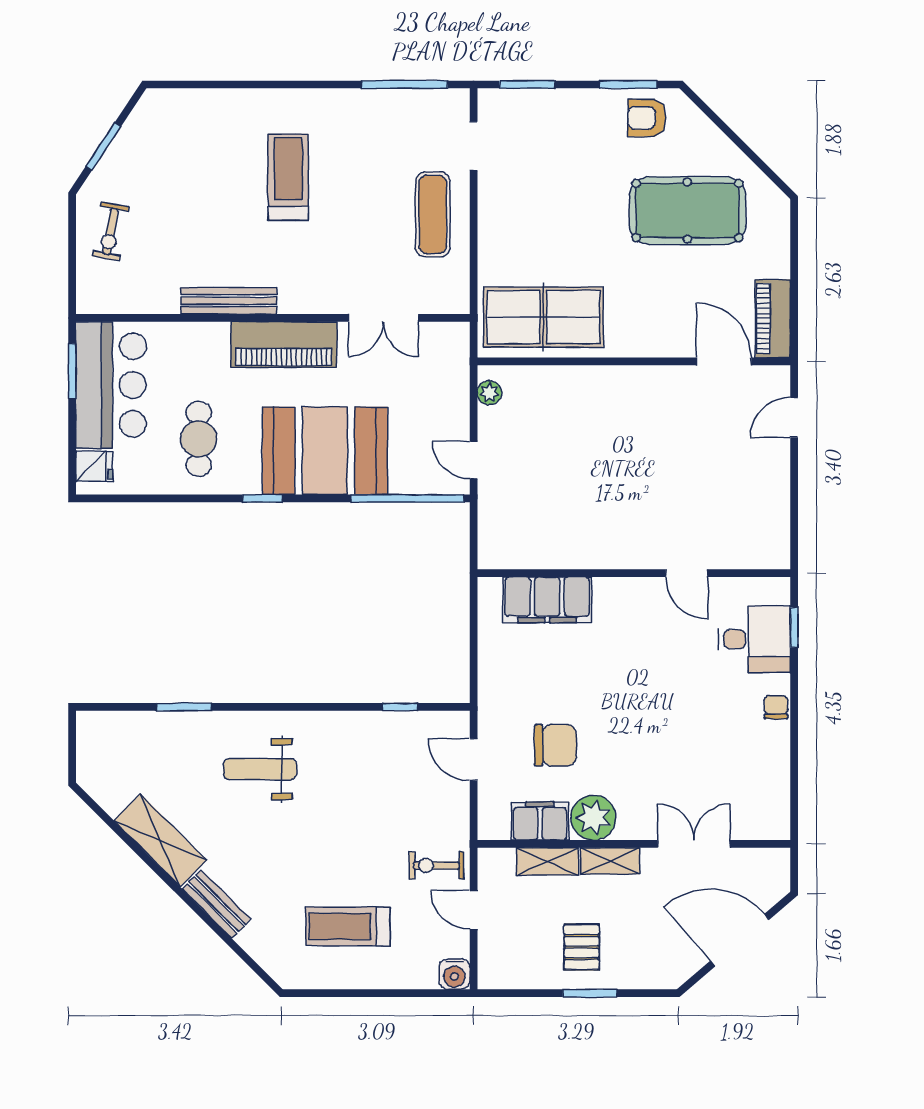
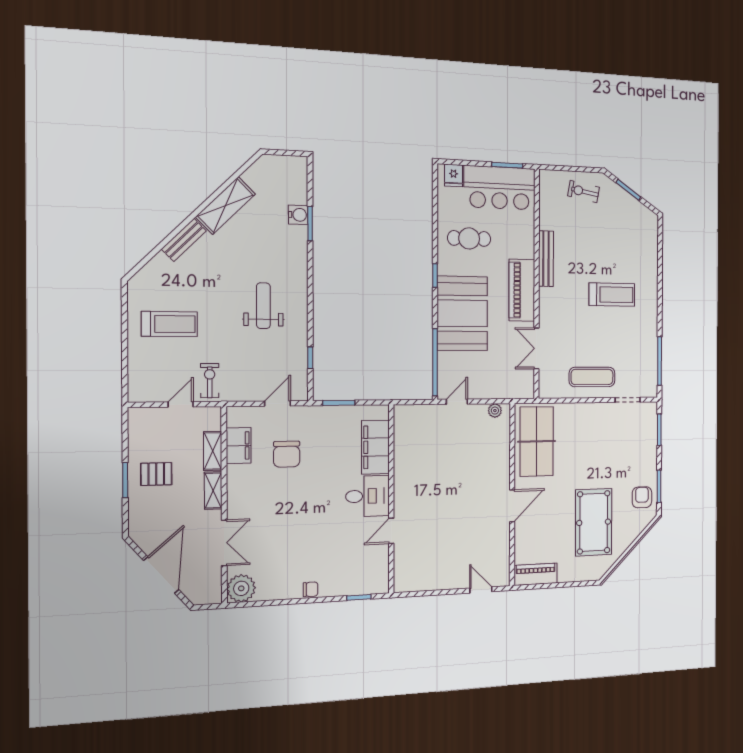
door: (724, 361) -> (512, 506), moved
desk: (754, 639) -> (368, 496), moved, turned -90
window: (474, 660) -> (339, 403), added
weight bench: (260, 769) -> (263, 306), moved
plant: (593, 818) -> (241, 588), moved
treadmill: (348, 926) -> (169, 324), turned 90
water cooler: (454, 974) -> (298, 215), moved, turned 180

